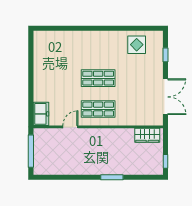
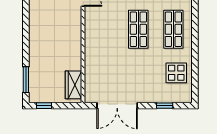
shop shelf: (98, 109) -> (173, 29), moved
window: (112, 177) -> (26, 80), moved

